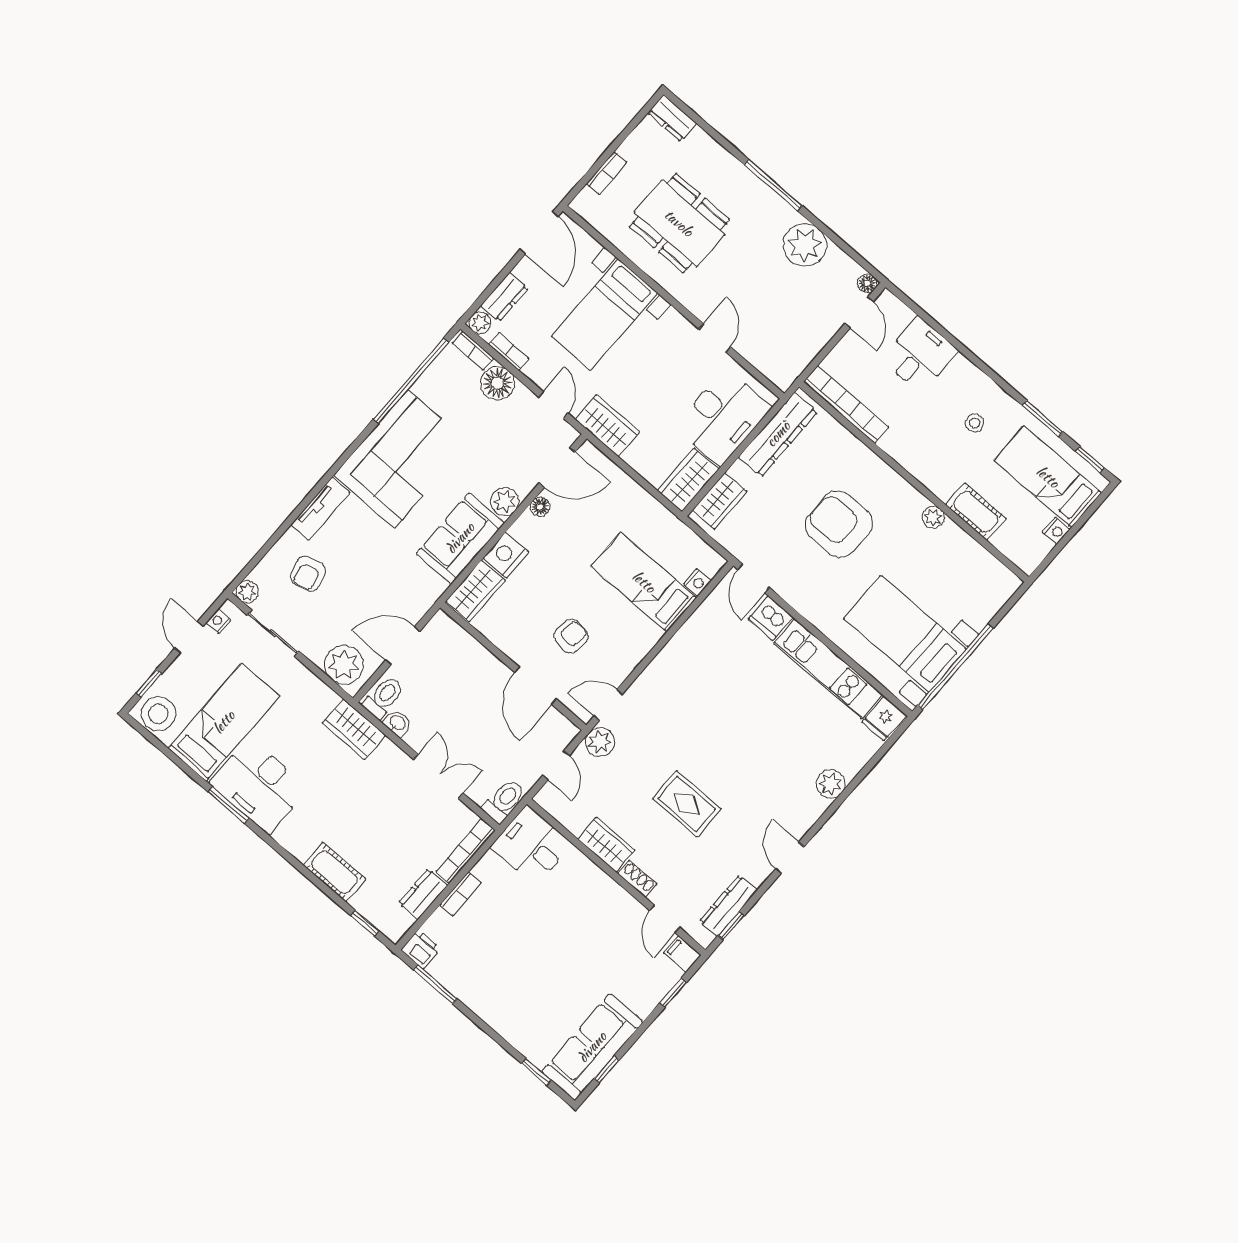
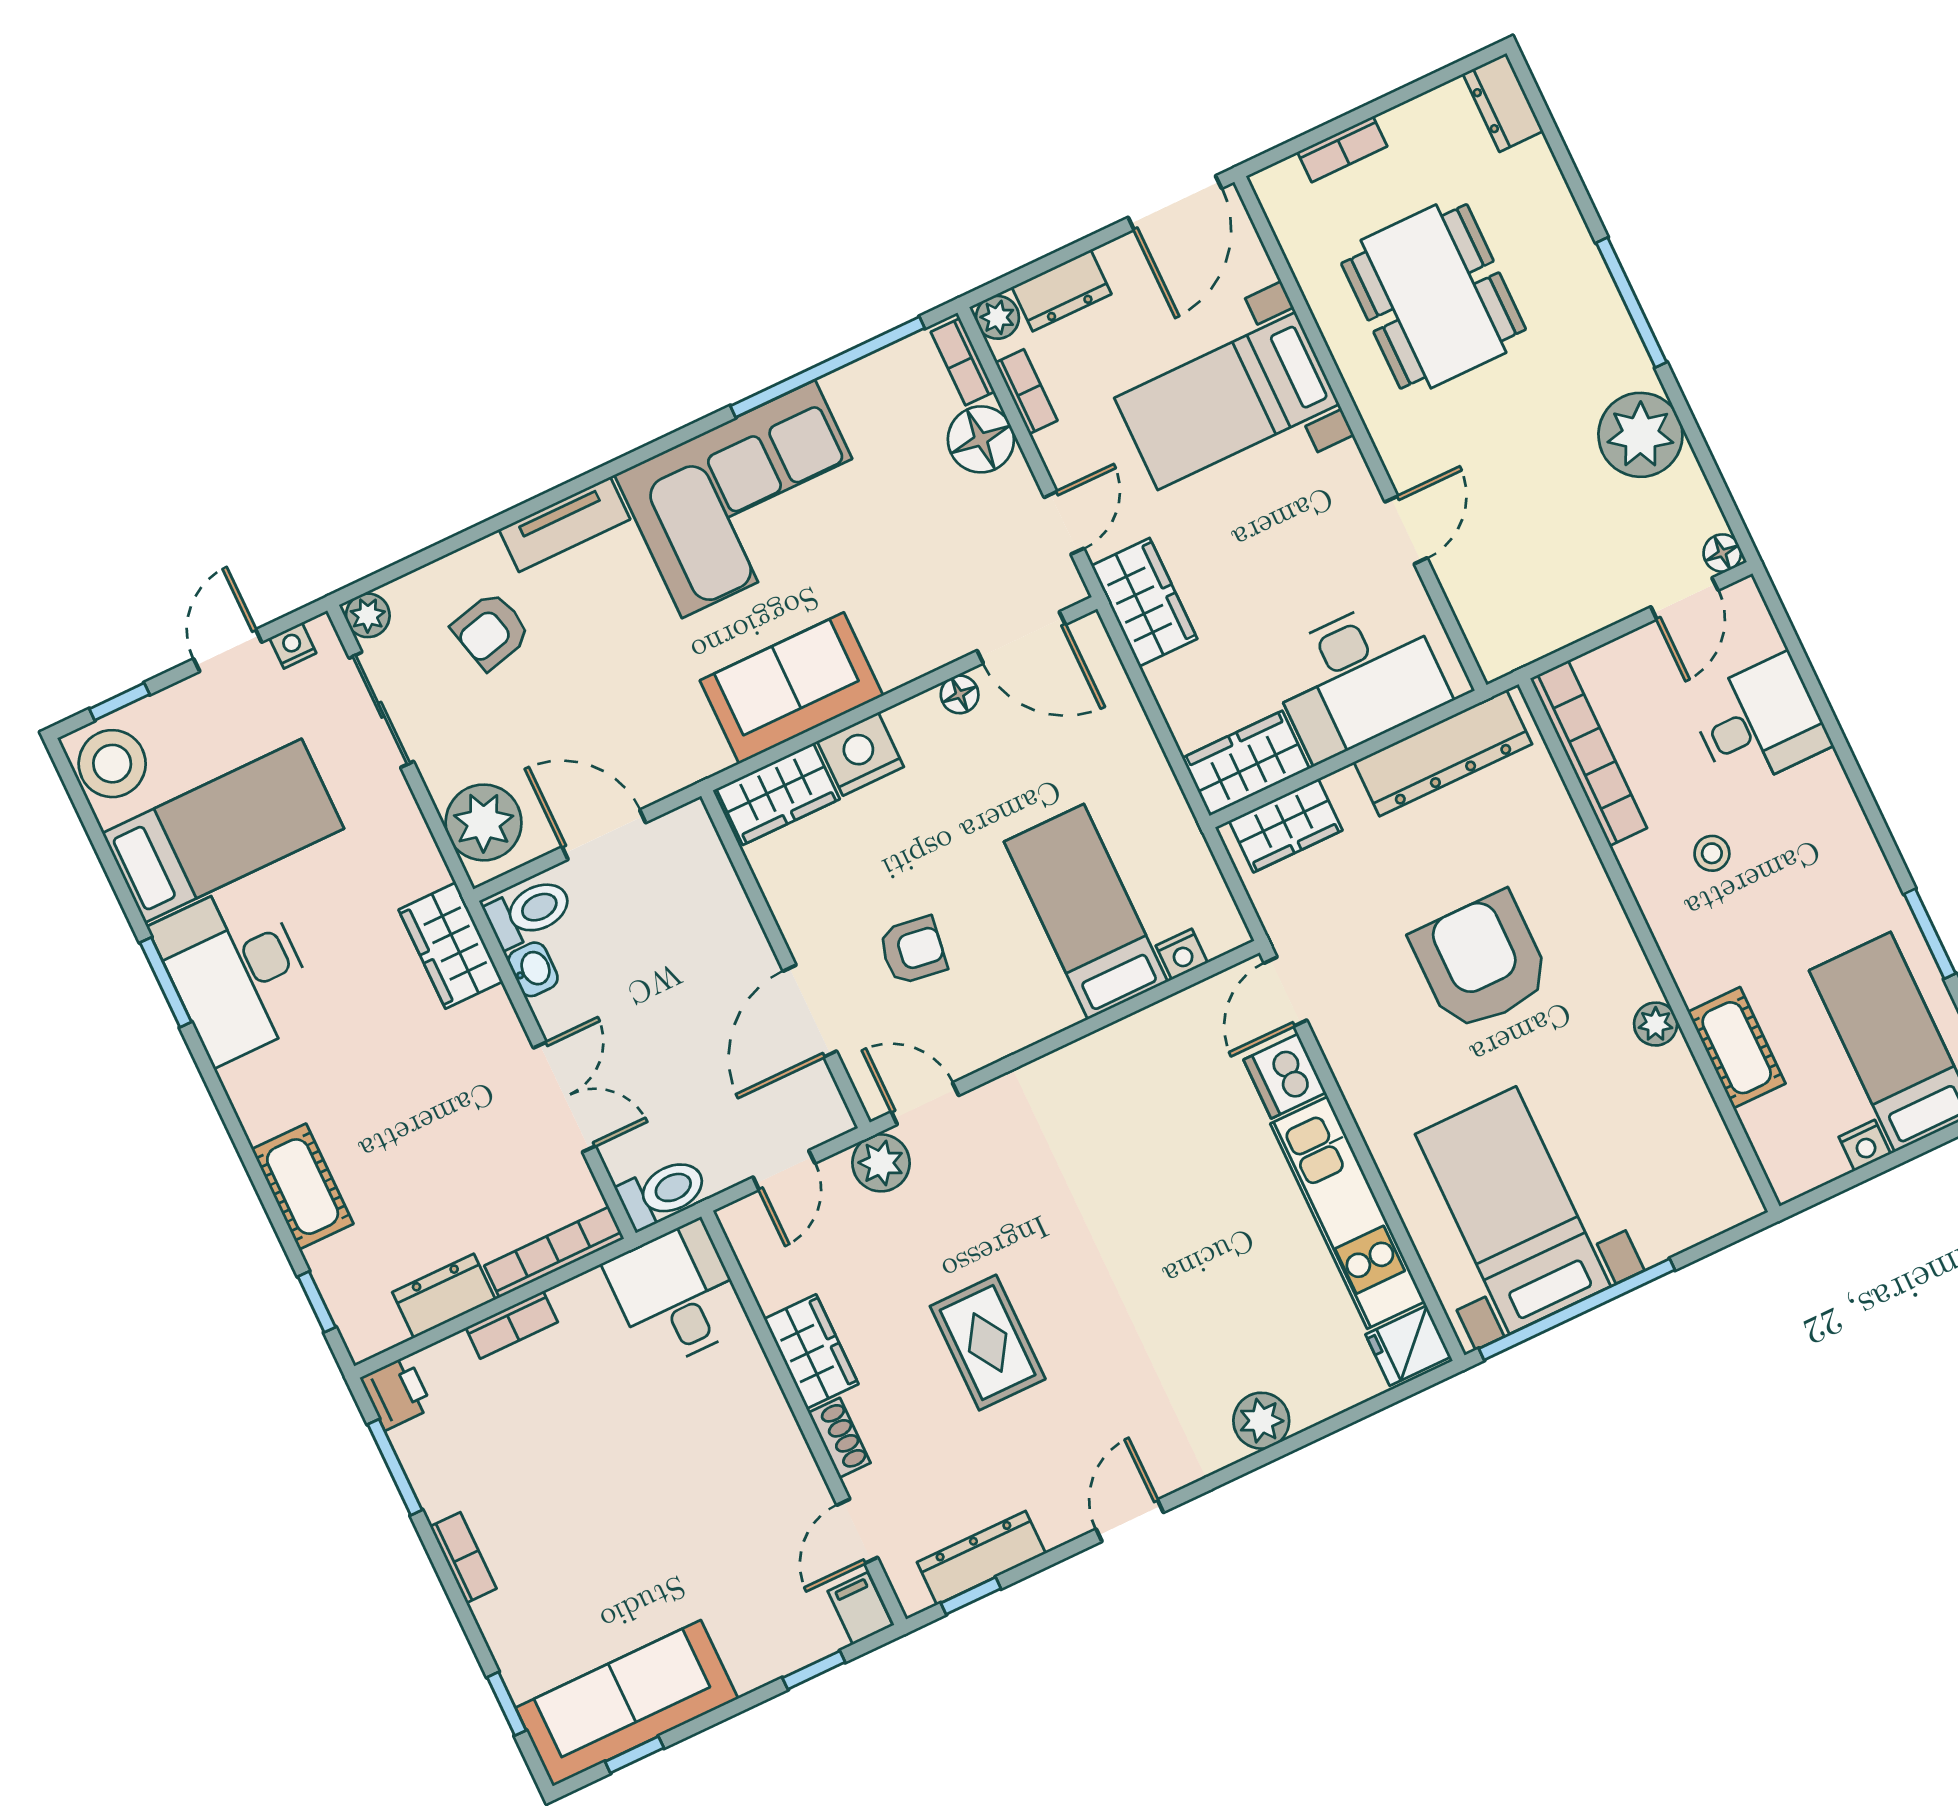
stool: (975, 423) -> (1712, 853), moved
plant: (505, 502) -> (900, 657), removed
bookcase: (486, 1012) -> (463, 1558), added

